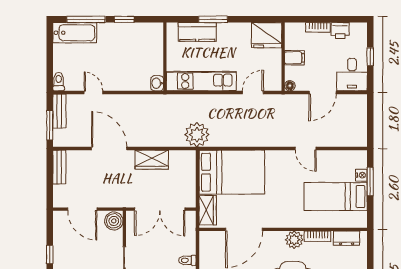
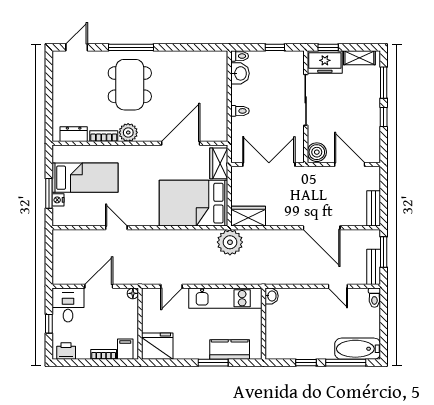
printer: (340, 30) -> (66, 351), moved
filing cabinet: (294, 58) -> (125, 349), moved, turned 90
wardrobe: (152, 160) -> (248, 216), moved

